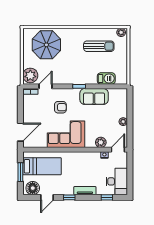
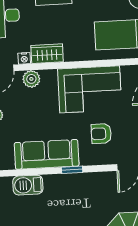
sofa: (94, 96) -> (47, 154), width x1.36
wardrobe: (91, 157) -> (47, 54), added

